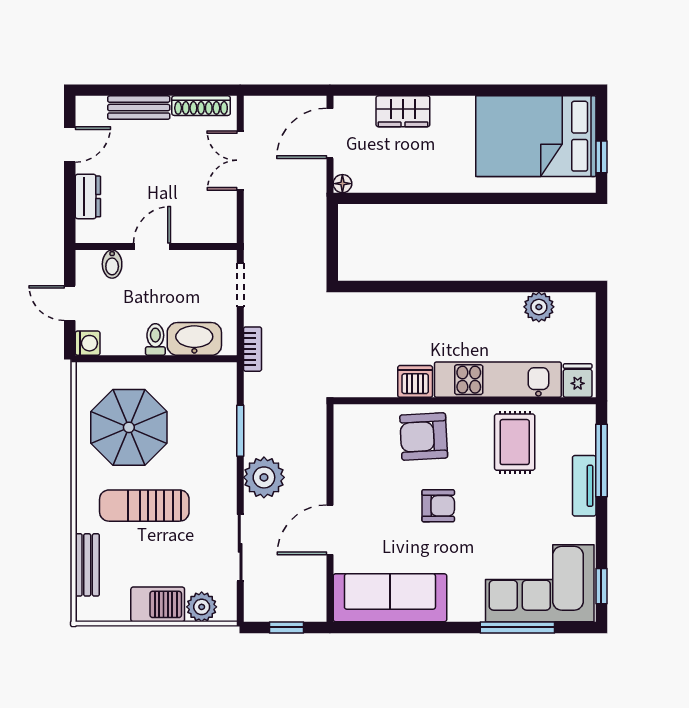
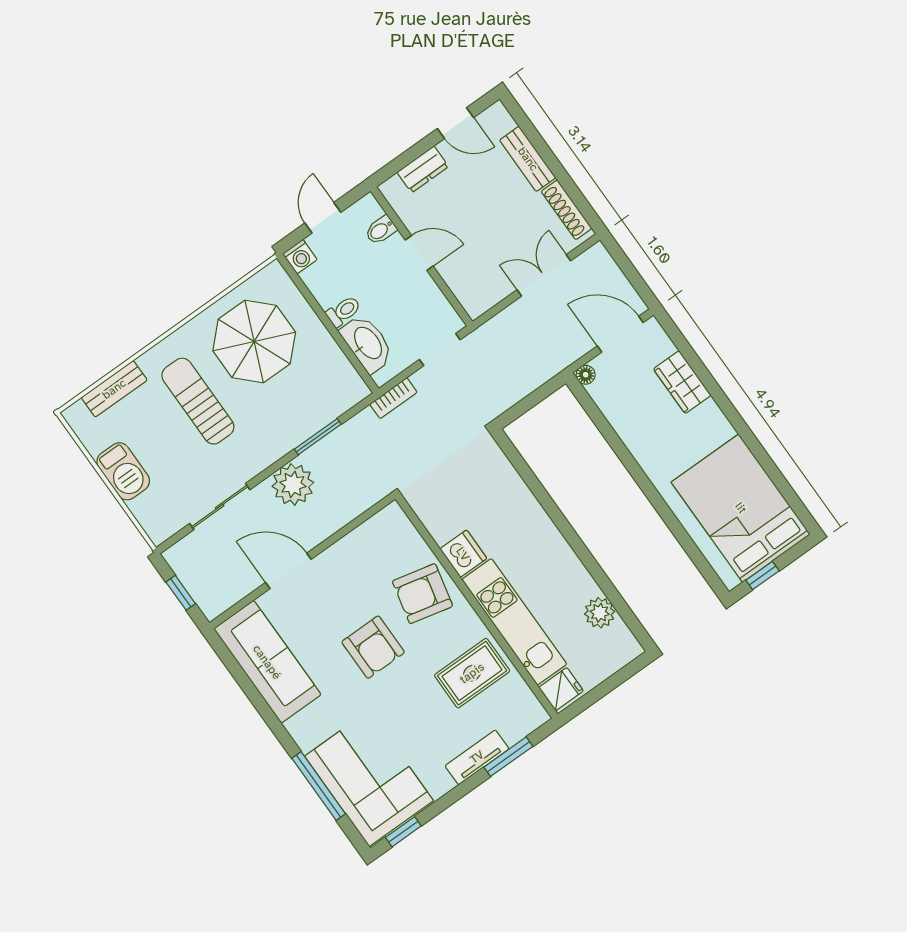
armchair: (424, 437) -> (422, 594), turned -74
window: (601, 461) -> (508, 757), width x0.69
armchair: (438, 506) -> (373, 647), width x1.38, depth x1.38
plant: (202, 607) -> (147, 510), removed

